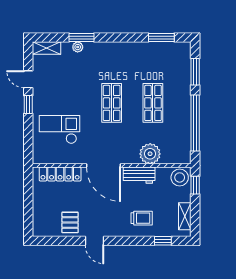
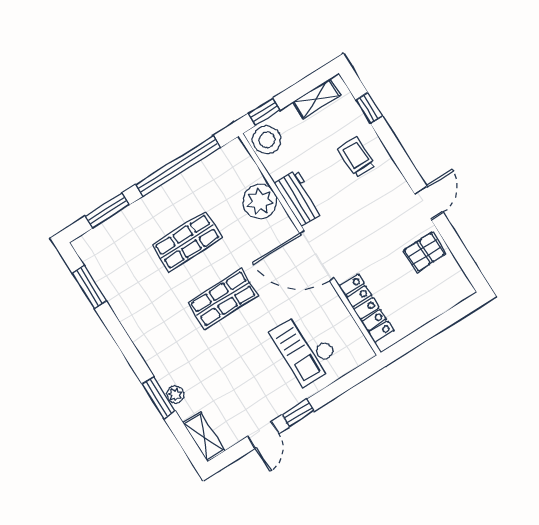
door: (104, 166) -> (317, 256), swing flipped

